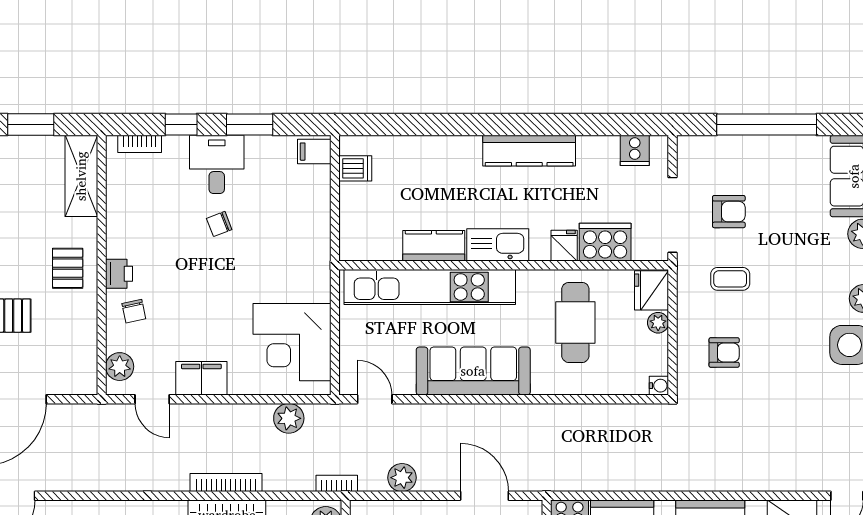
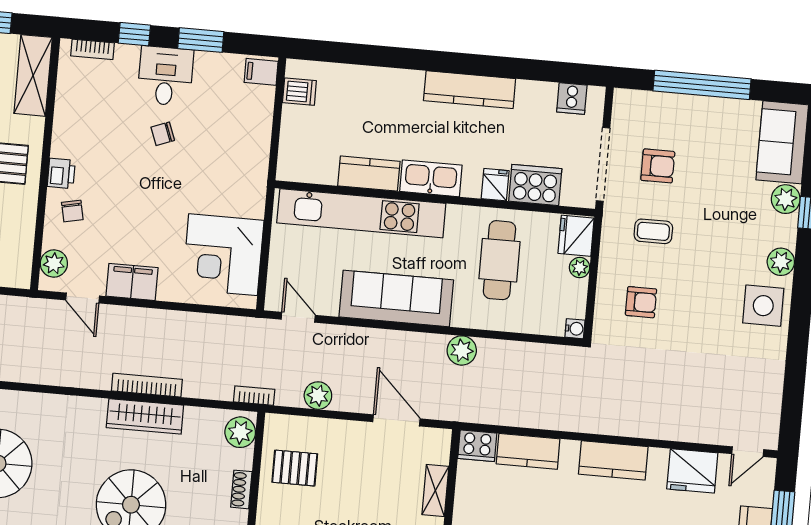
plant: (289, 418) -> (462, 350), moved

